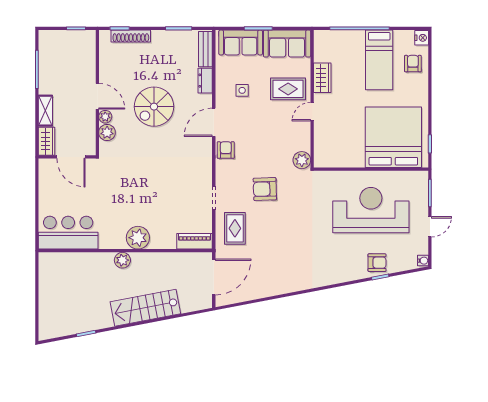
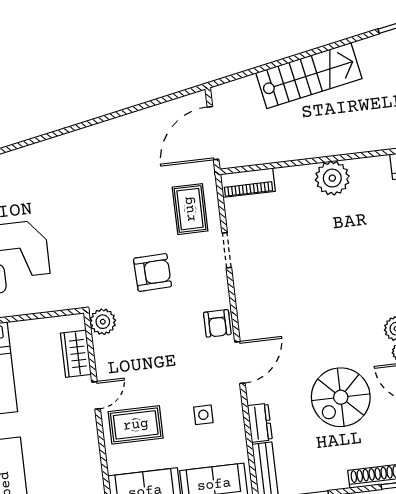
wardrobe: (322, 78) -> (76, 354), moved
spiral stairs: (154, 107) -> (341, 397), moved, turned 180
plant: (122, 260) -> (351, 142), removed

